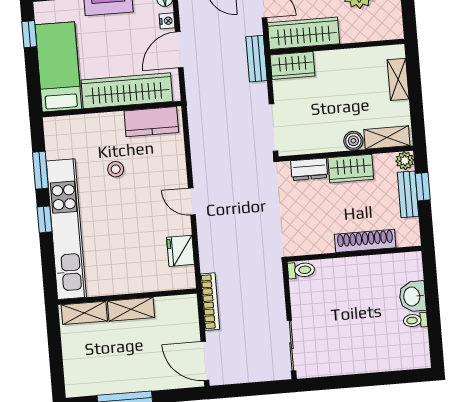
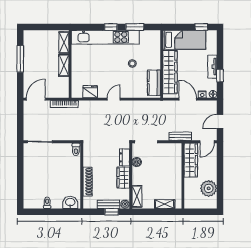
wardrobe: (292, 65) -> (176, 153), removed
boiler: (353, 141) -> (137, 162), moved
washbasin: (412, 296) -> (70, 202), moved

